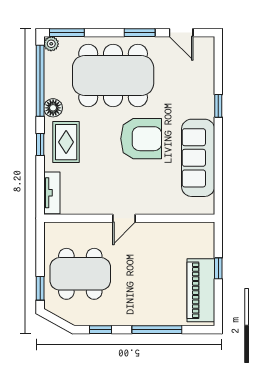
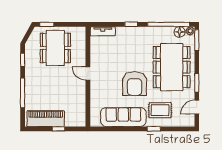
floor lamp: (53, 108) -> (180, 32), moved
rug: (66, 142) -> (160, 110), moved

